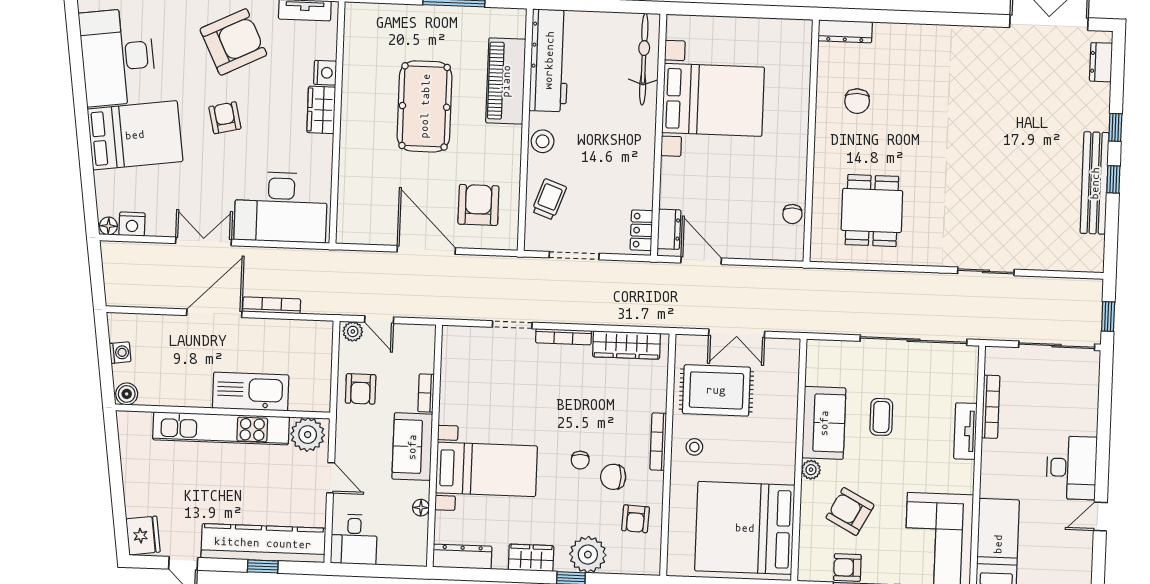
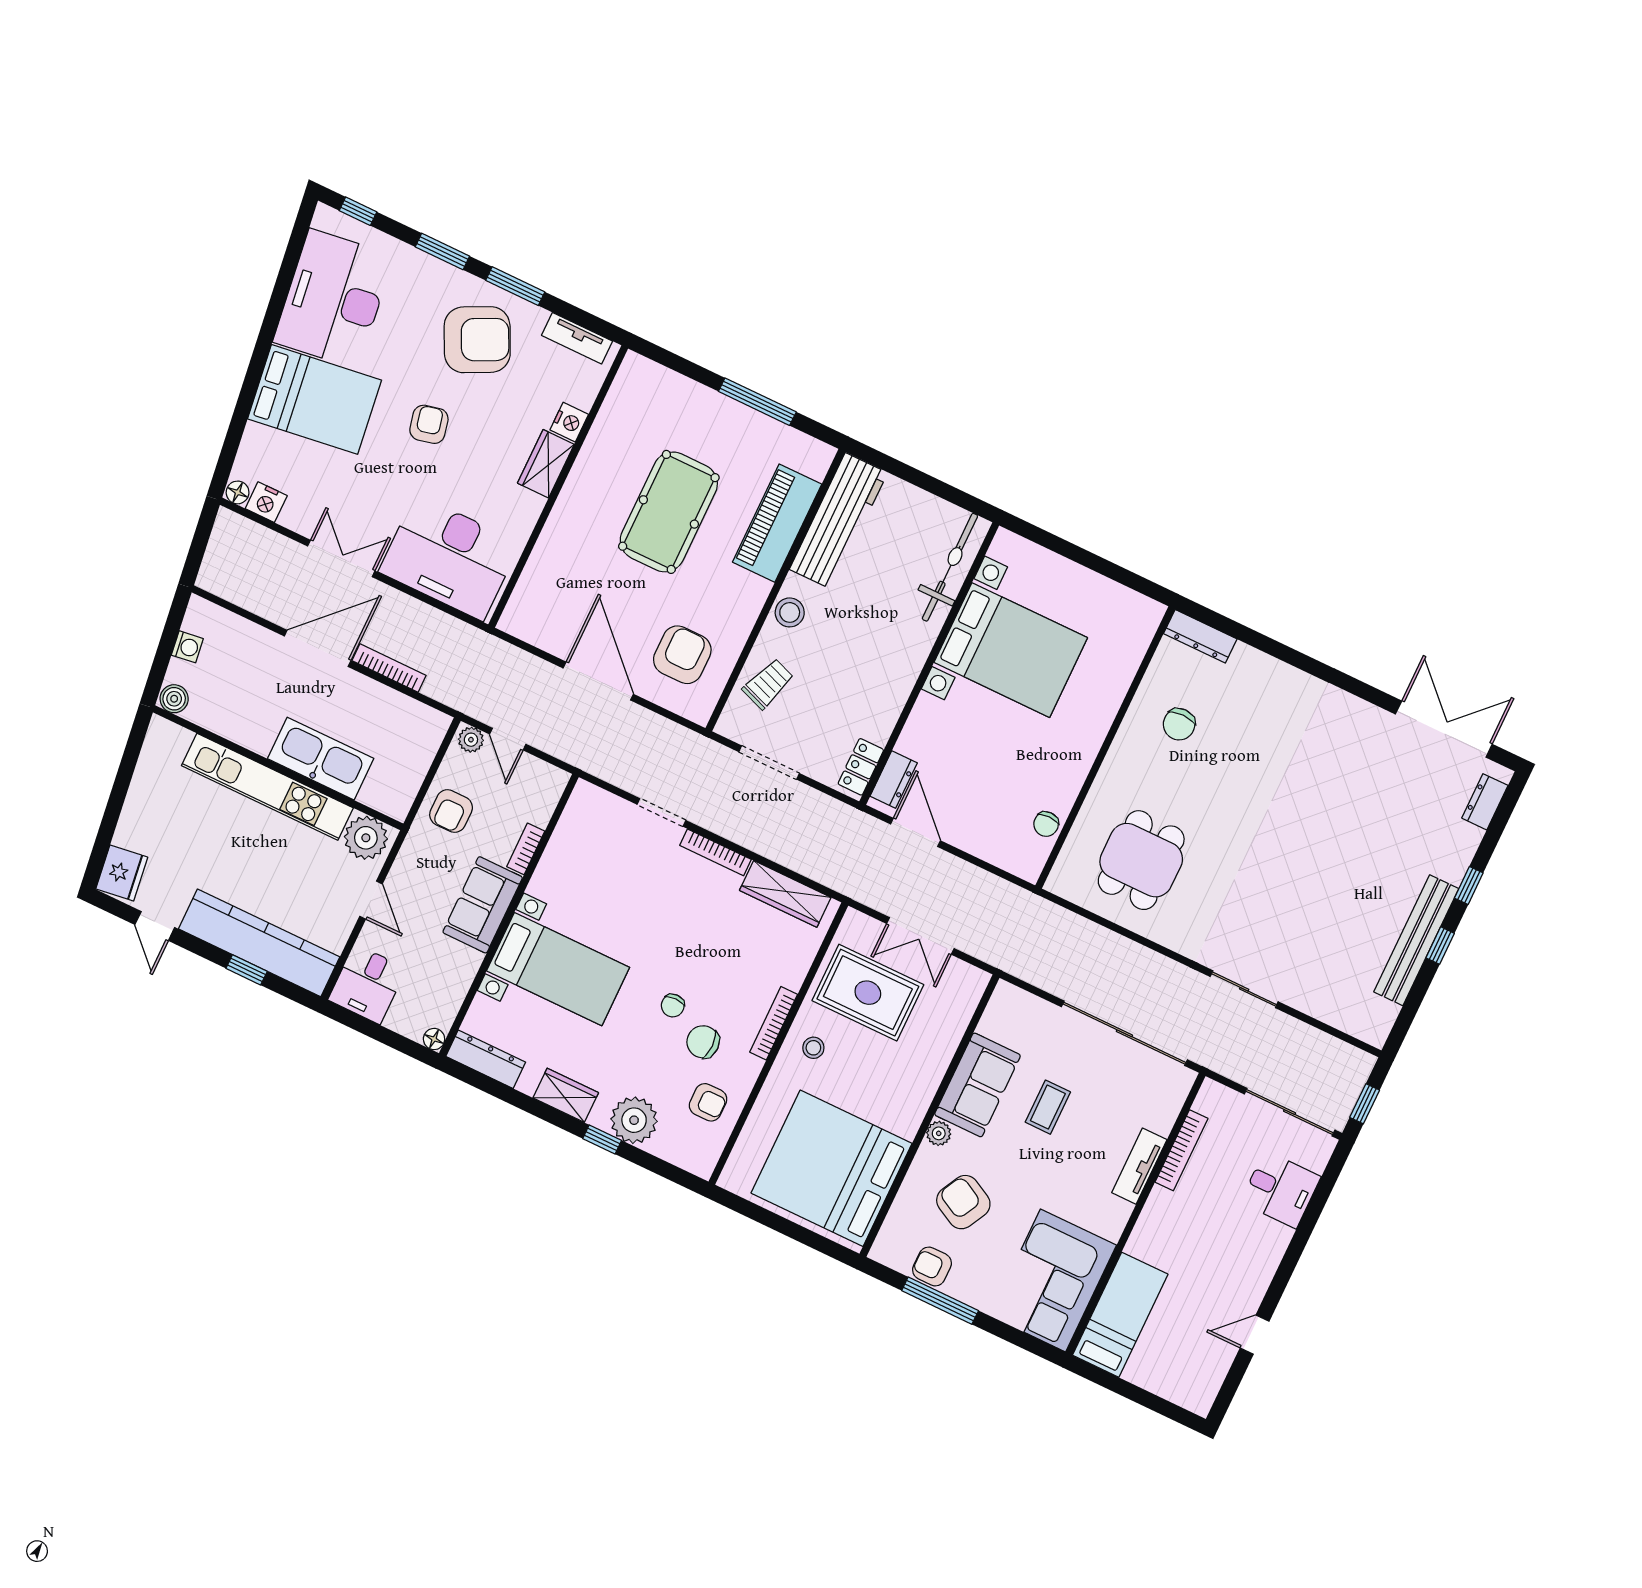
desk: (1072, 468) -> (1281, 1189), moved, width x0.73
floor lamp: (421, 508) -> (434, 1039), moved
armchair: (636, 519) -> (708, 1102), turned -93

